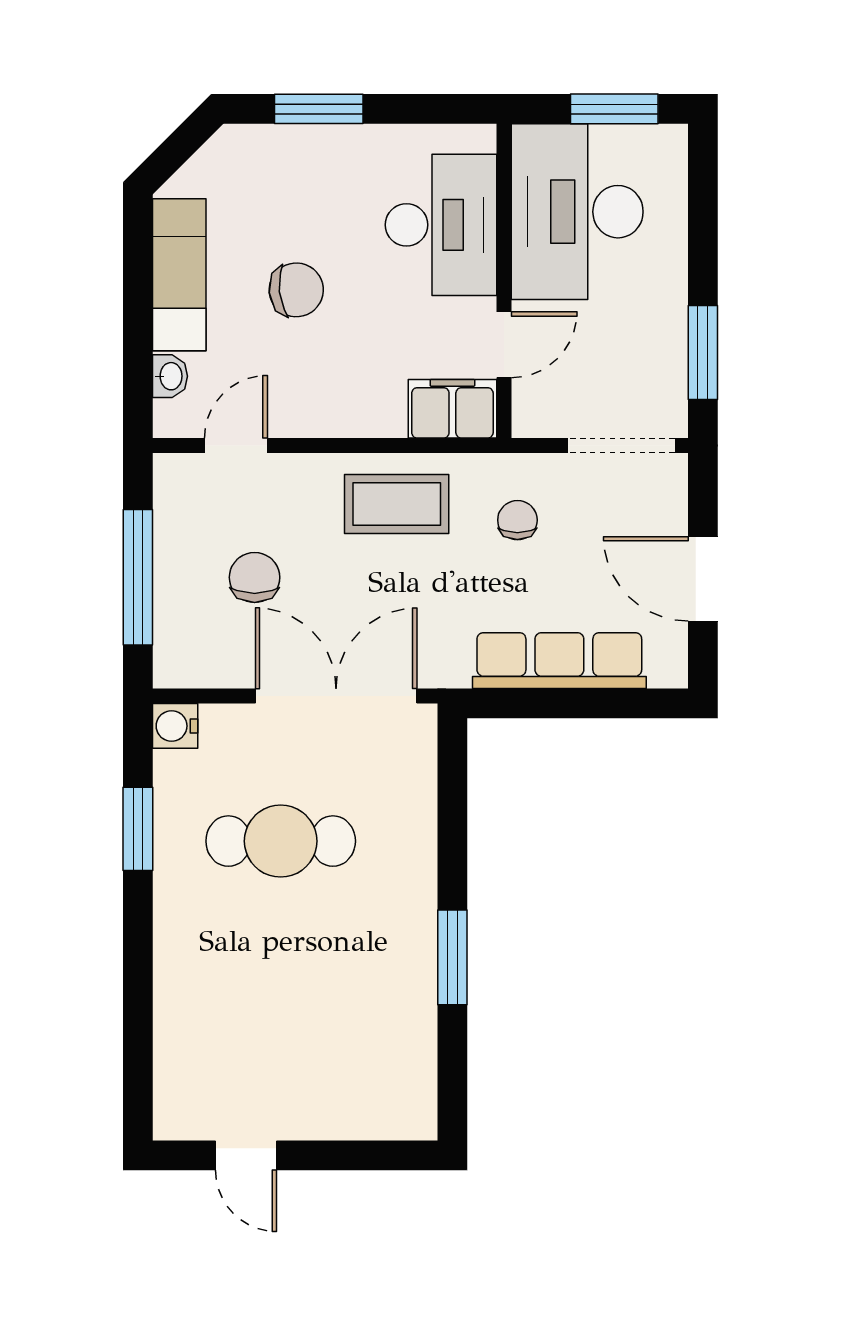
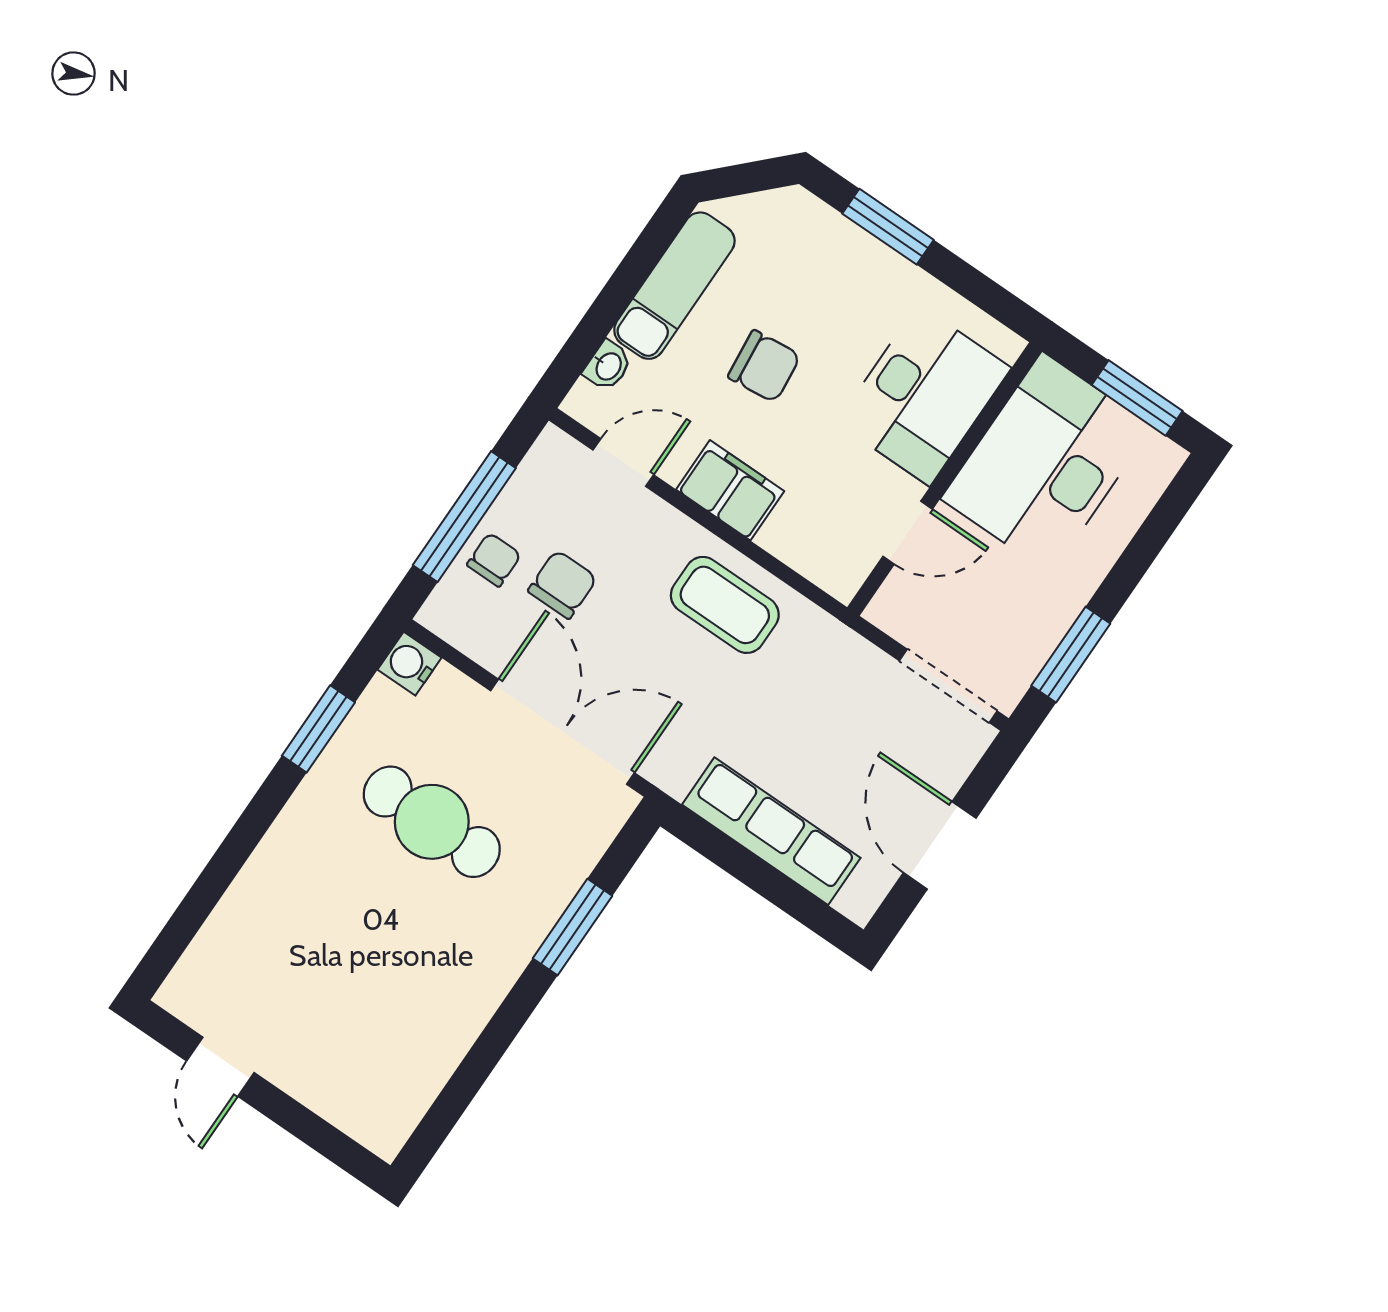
filing cabinet: (452, 409) -> (730, 490), moved
chair: (517, 520) -> (494, 560), moved
window: (452, 957) -> (573, 927), moved

